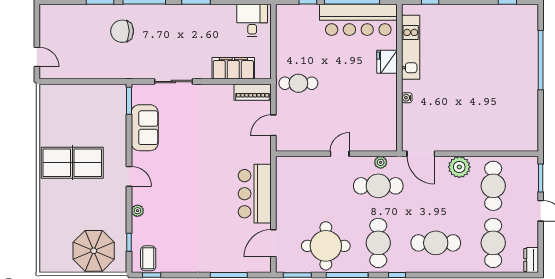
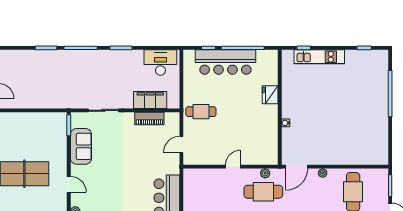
desk: (252, 20) -> (160, 63), width x1.37
bar counter: (358, 20) -> (225, 62), moved
chair: (122, 31) -> (63, 71), removed
kitchen unit: (411, 47) -> (319, 57), moved, turned 90
piano: (253, 92) -> (149, 119), moved
door: (421, 154) -> (297, 167), hinge flipped
plant: (459, 167) -> (323, 173), width x0.53, depth x0.53

